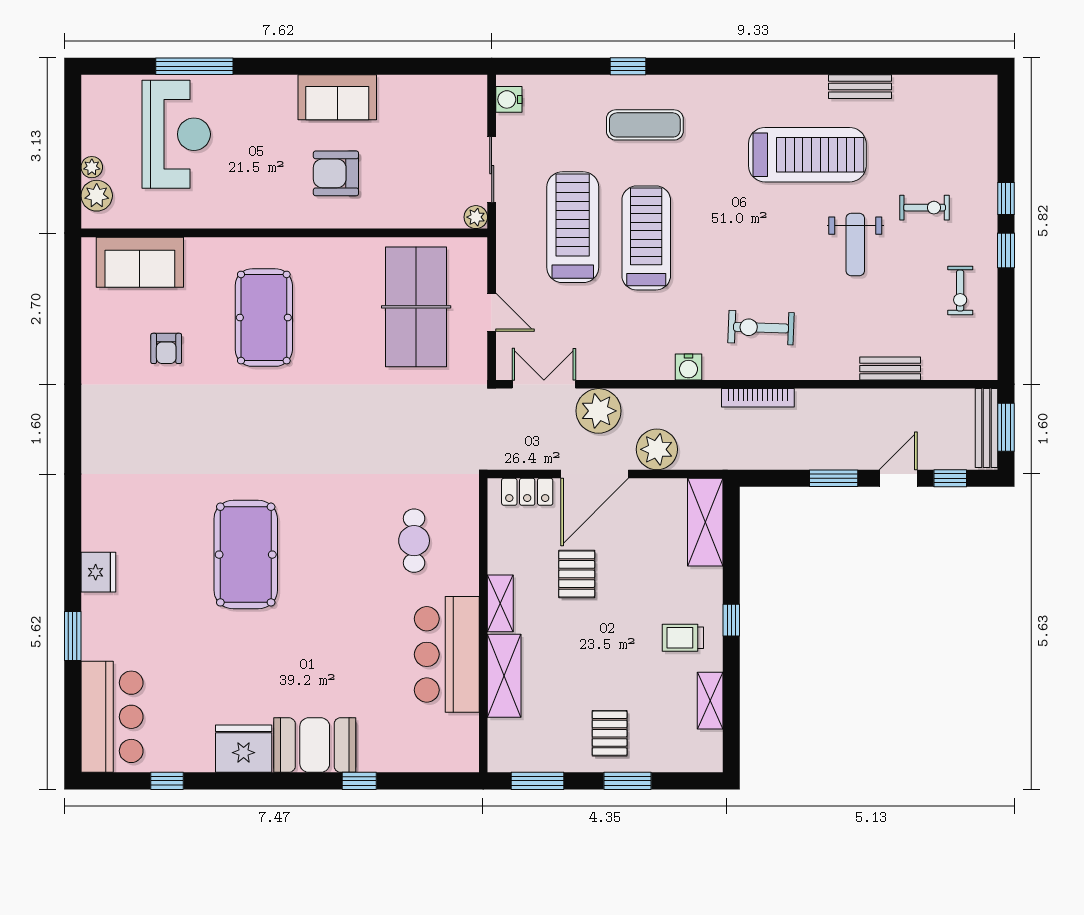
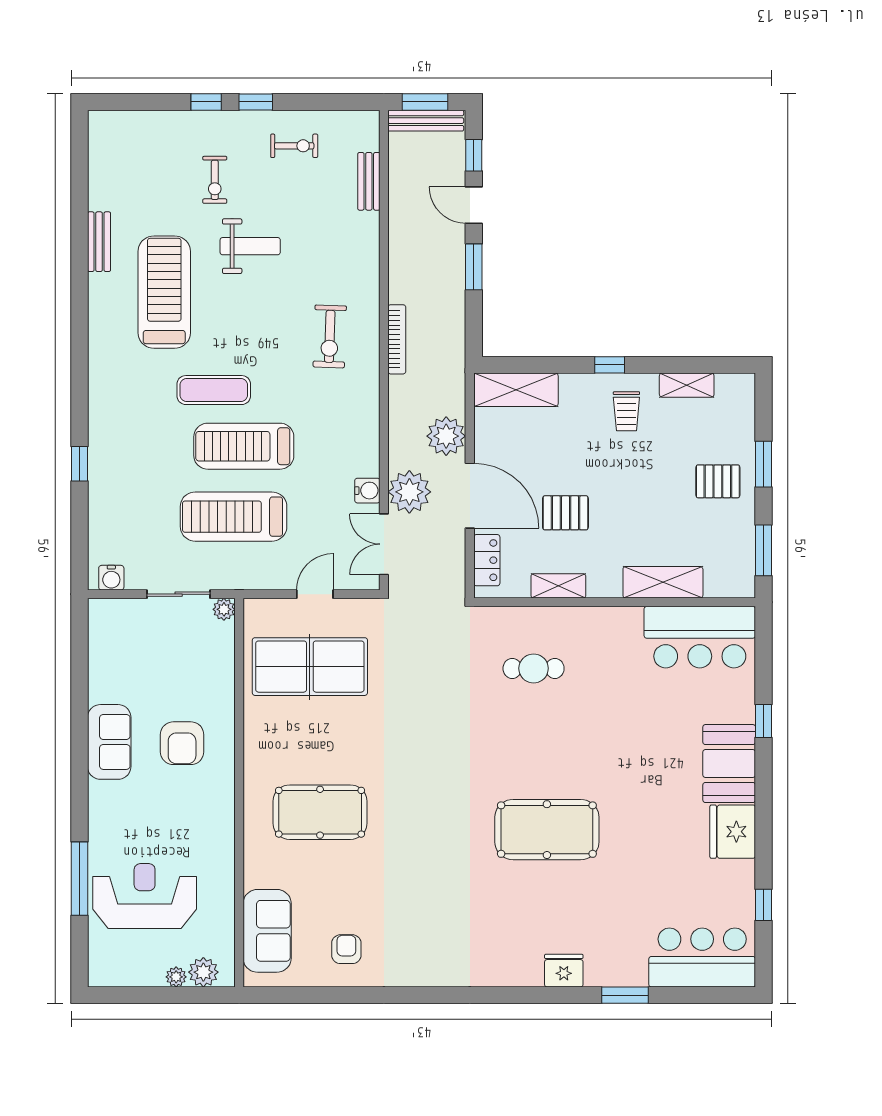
exercise mat: (645, 125) -> (214, 390), moved, turned 90
exercise bike: (925, 208) -> (215, 180), turned 180
armchair: (166, 348) -> (346, 949), moved, turned -90
water cooler: (688, 367) -> (367, 491), moved
bench: (890, 369) -> (369, 181), moved
shelving: (500, 603) -> (558, 586), moved
bar counter: (447, 654) -> (700, 637), moved

